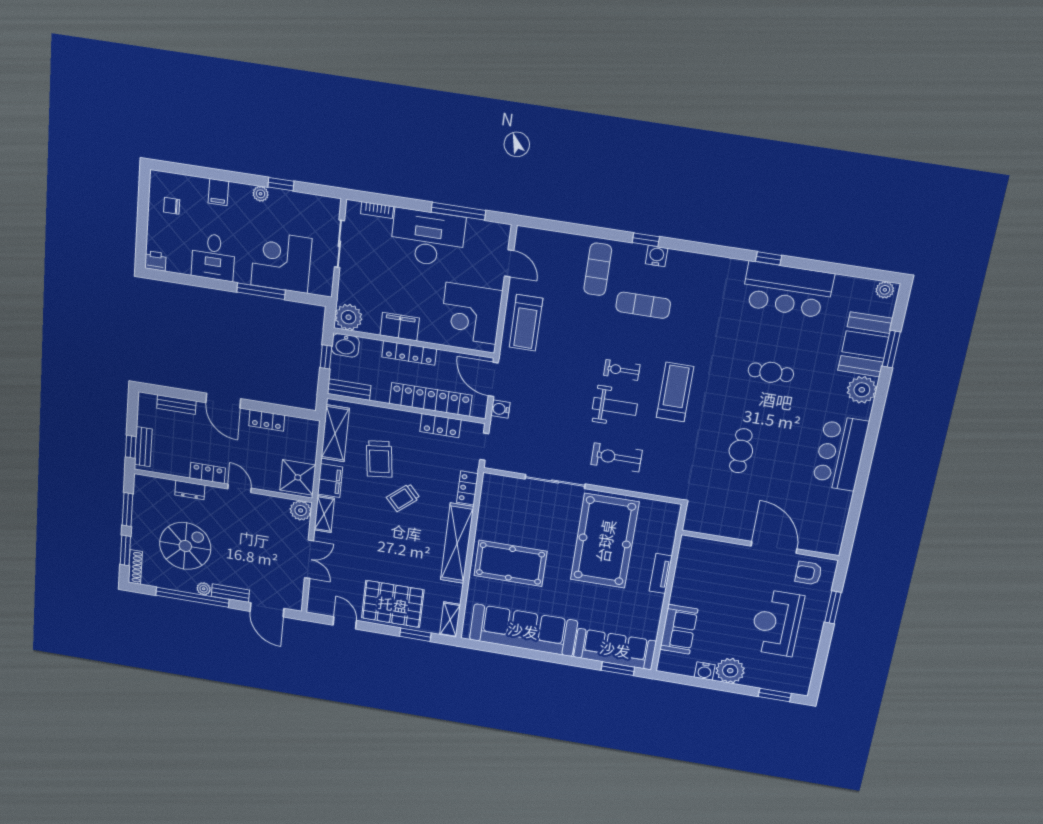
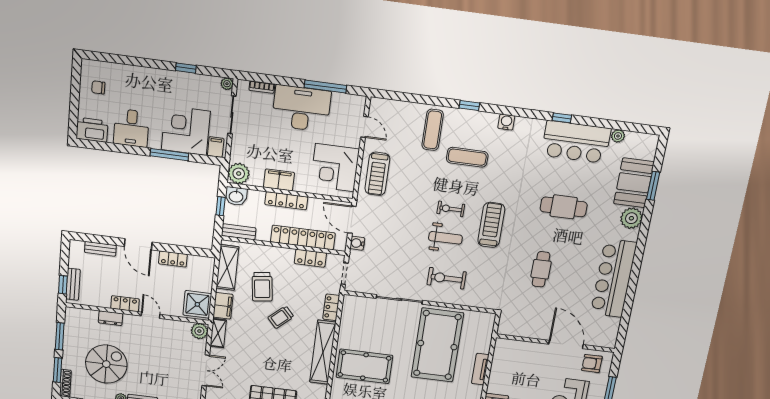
filing cabinet: (218, 192) -> (216, 147), moved, turned 180
plant: (261, 194) -> (227, 84), moved
water cooler: (657, 256) -> (506, 122), moved
printer: (155, 261) -> (92, 130), width x1.87, depth x1.48
plant: (885, 290) -> (618, 136), moved
cafe table: (771, 372) -> (564, 207), width x1.37, depth x1.35
bar counter: (840, 453) -> (614, 278), width x1.36

